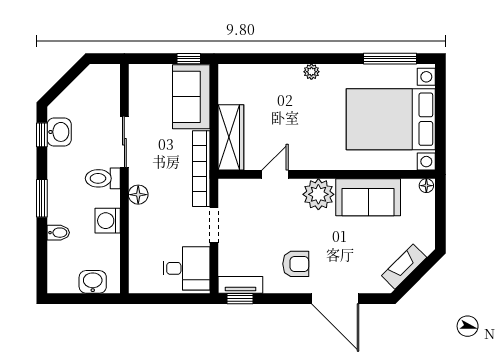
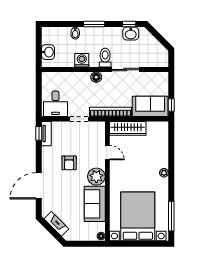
armchair: (296, 264) -> (69, 163), moved

